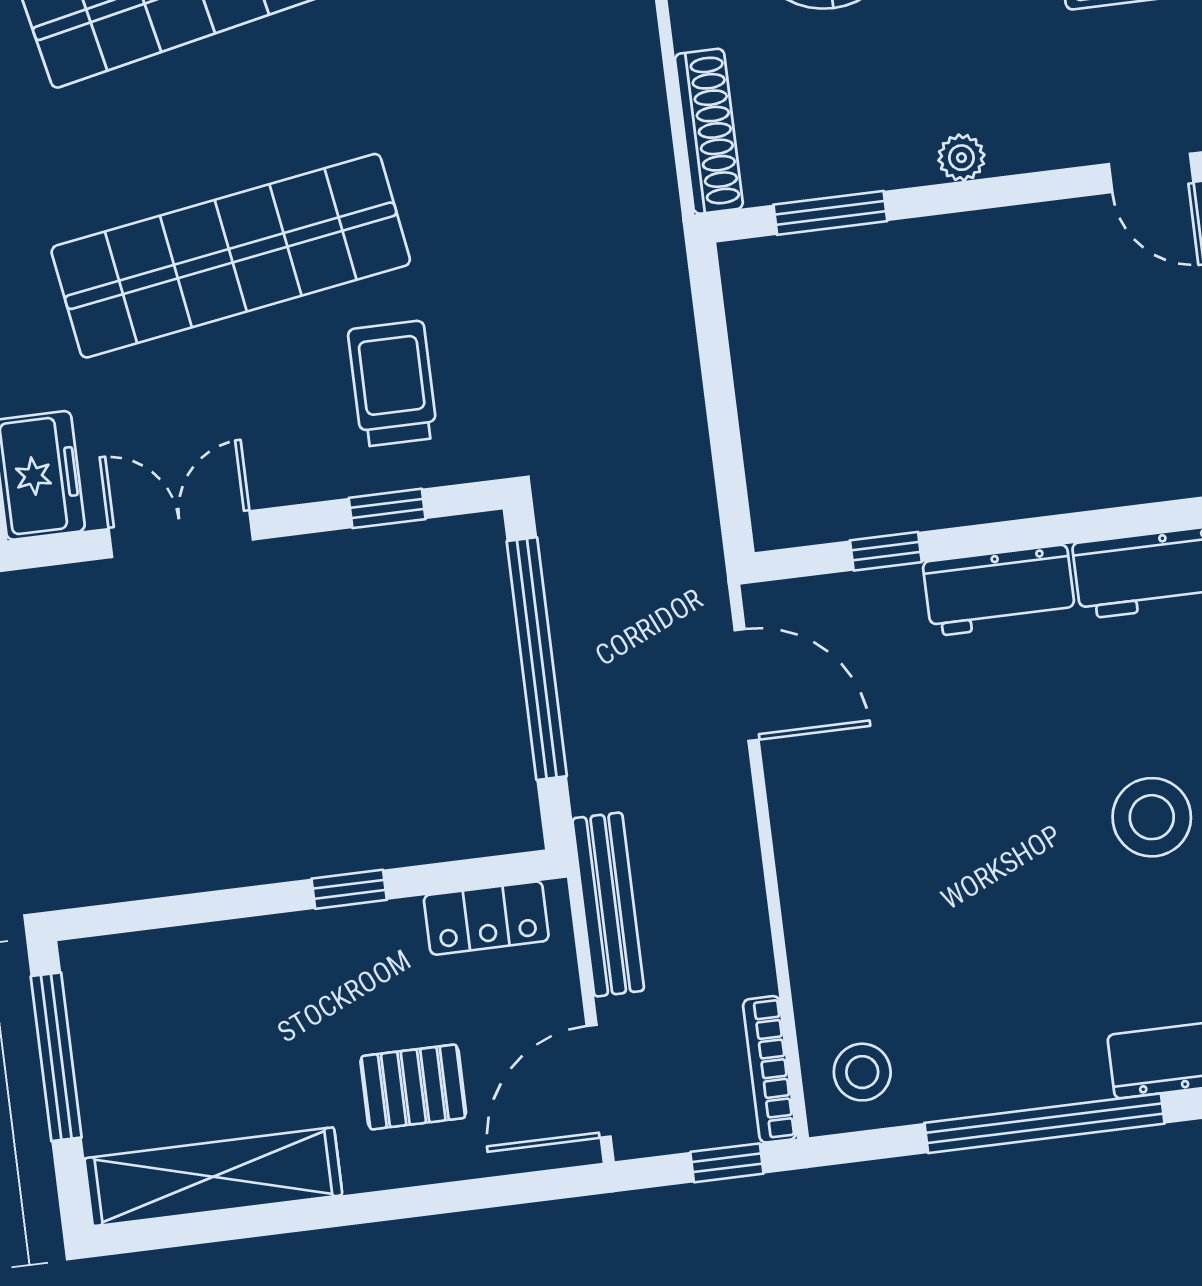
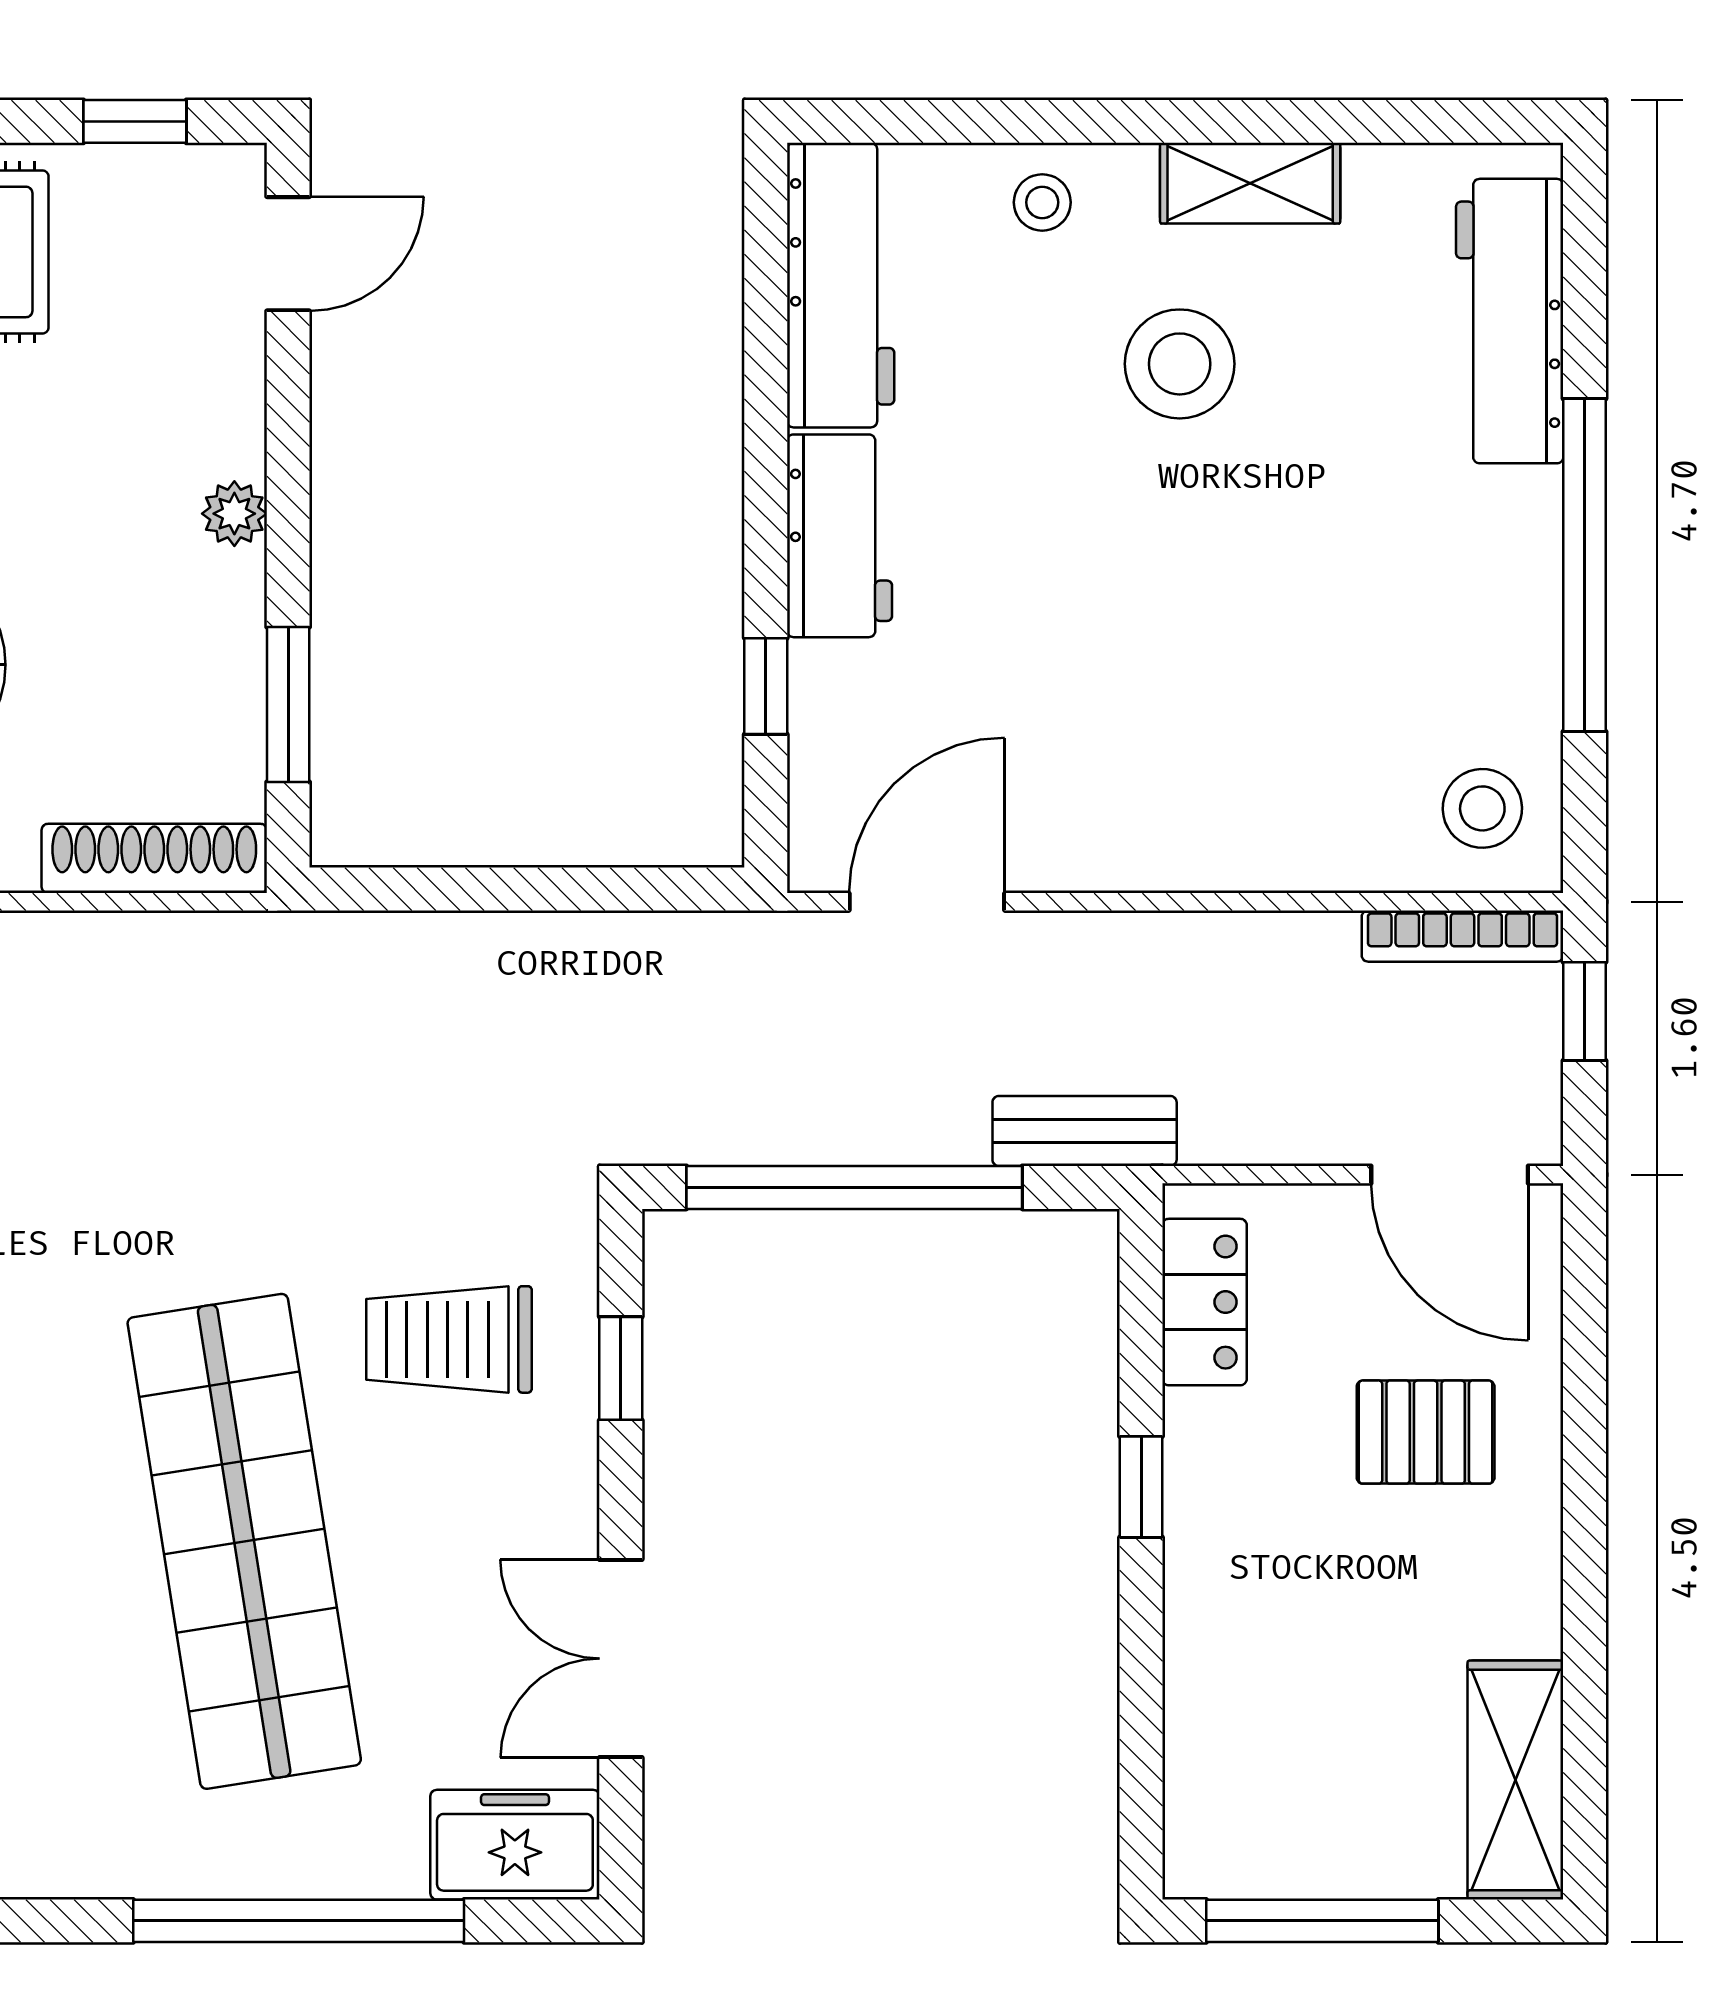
bench: (608, 905) -> (1085, 1131), moved, width x0.73
pallet: (413, 1087) -> (1426, 1432), turned 90
shelving: (213, 1177) -> (1515, 1780), width x0.68

